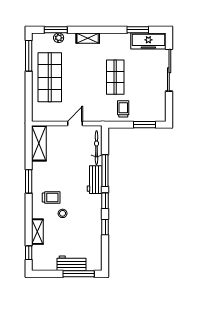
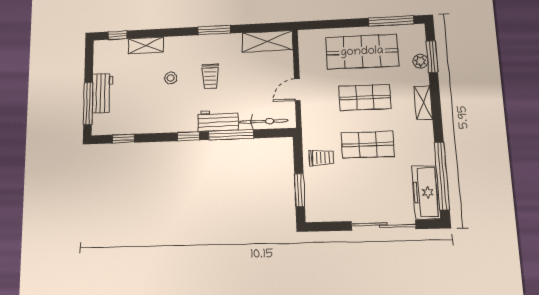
window: (138, 30) -> (442, 176), width x2.11
shop shelf: (82, 77) -> (365, 97), added
door: (75, 123) -> (297, 90), swing flipped
trolley: (51, 198) -> (210, 76), moved
window: (105, 227) -> (123, 139), moved

